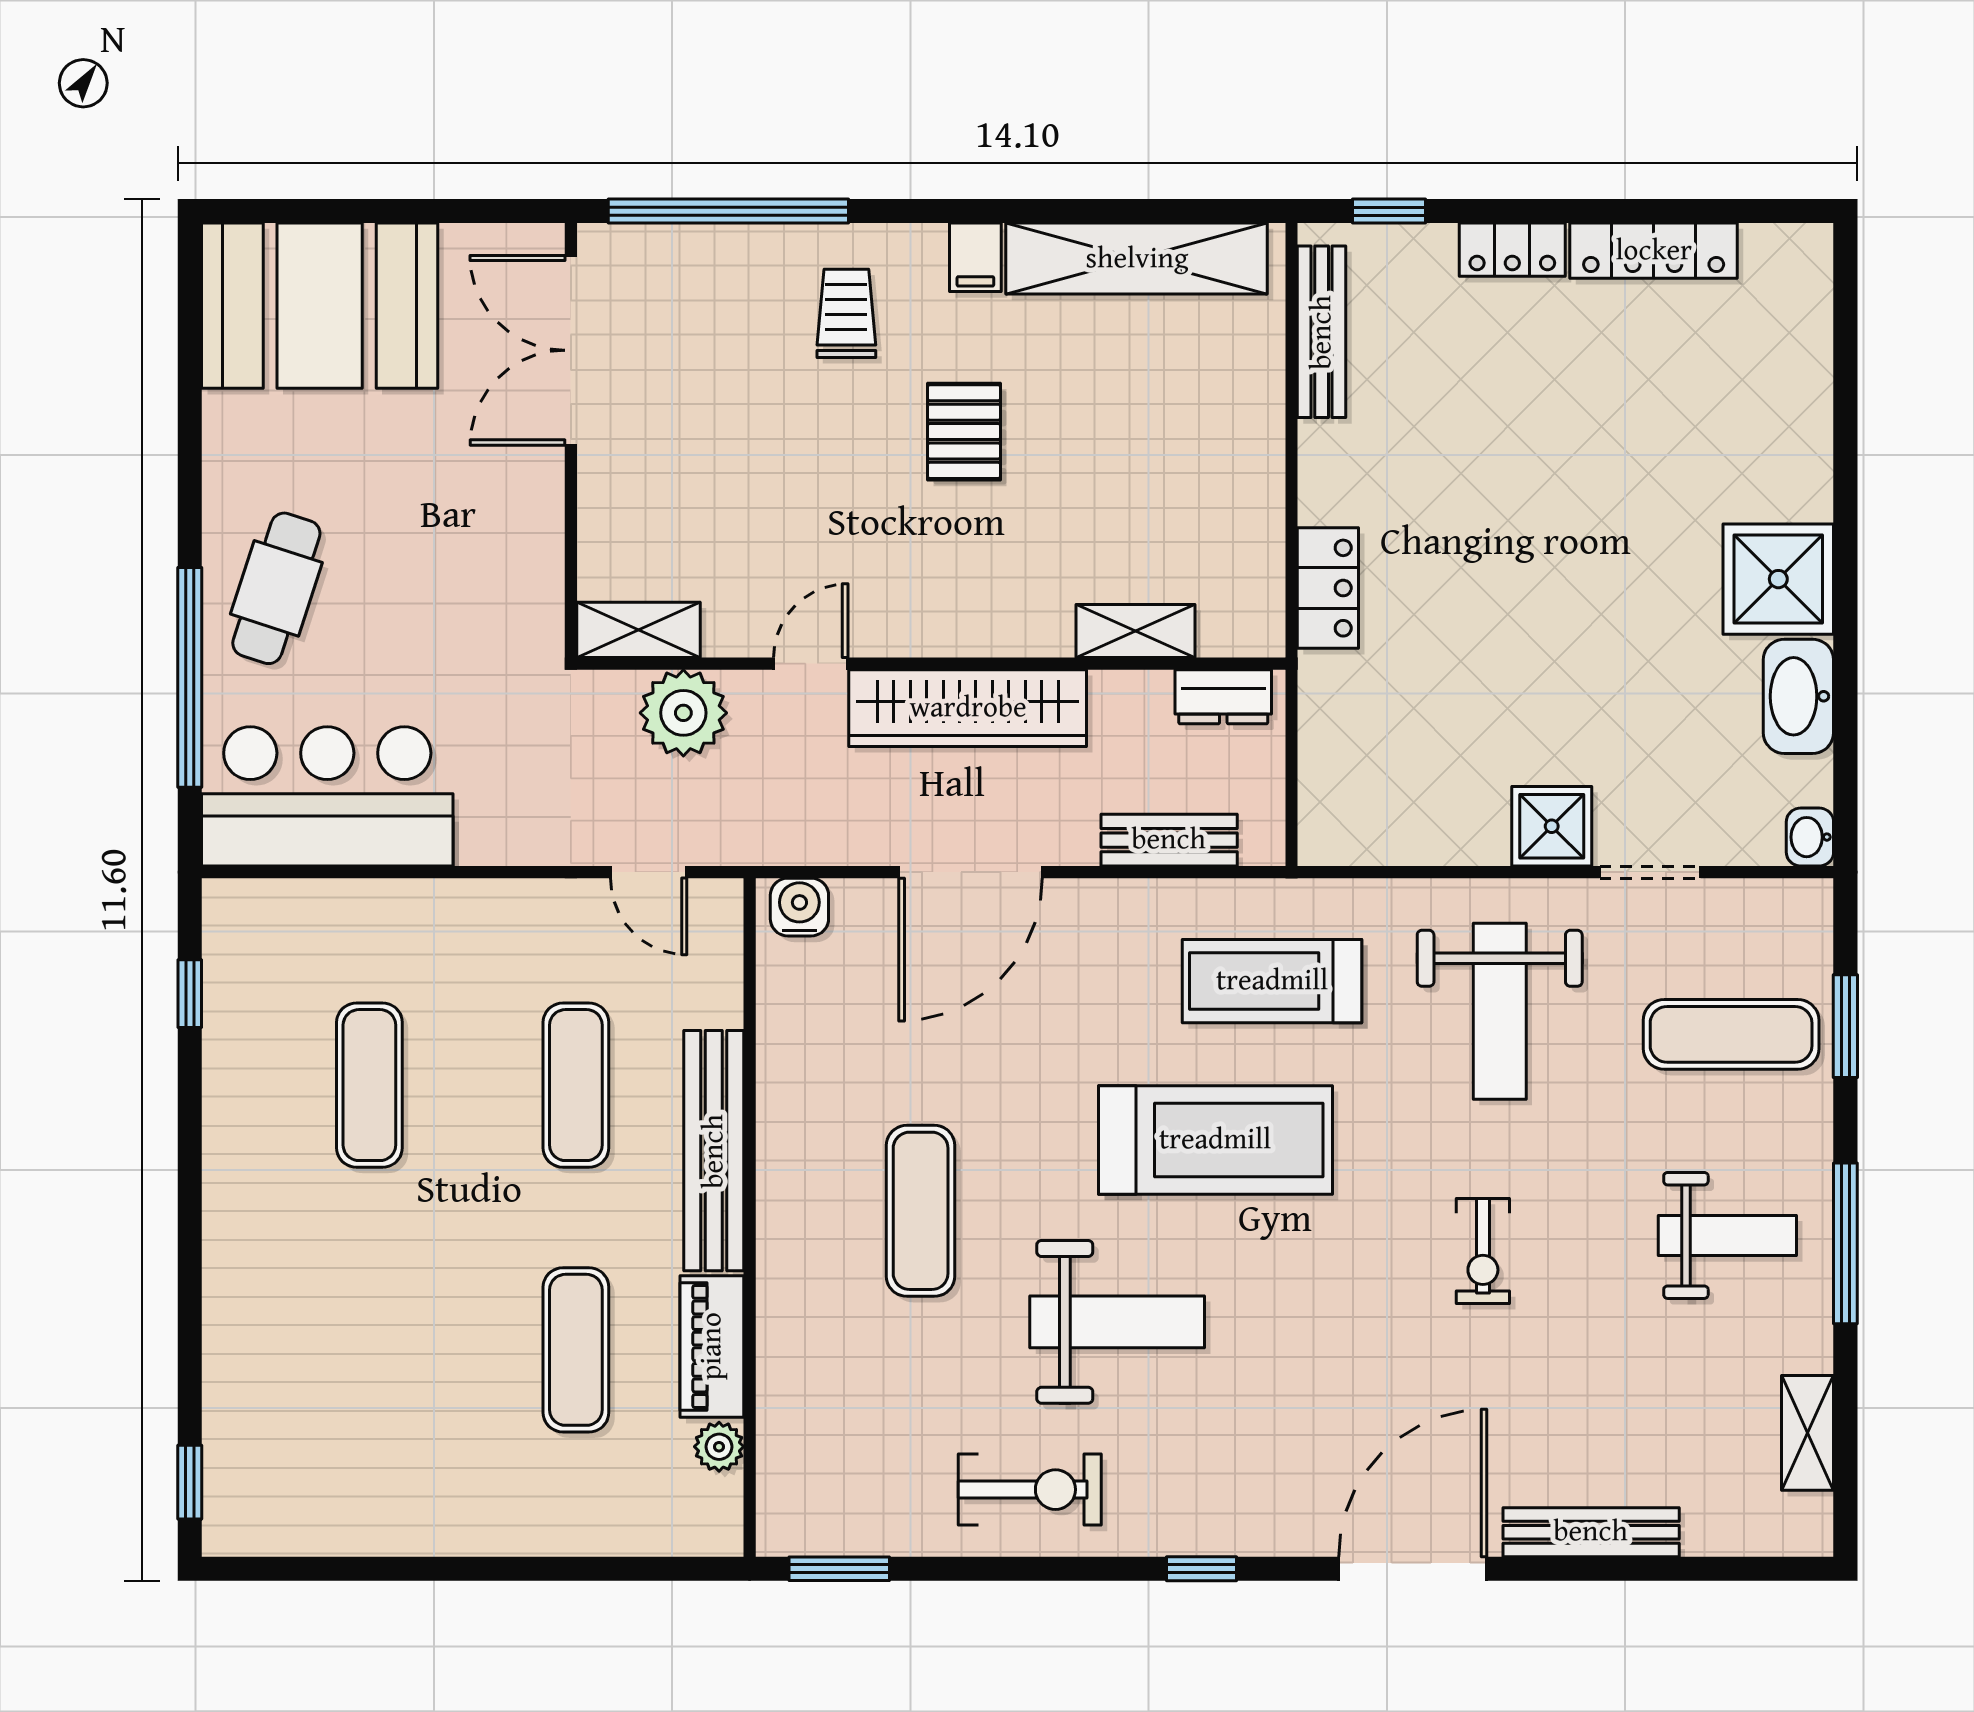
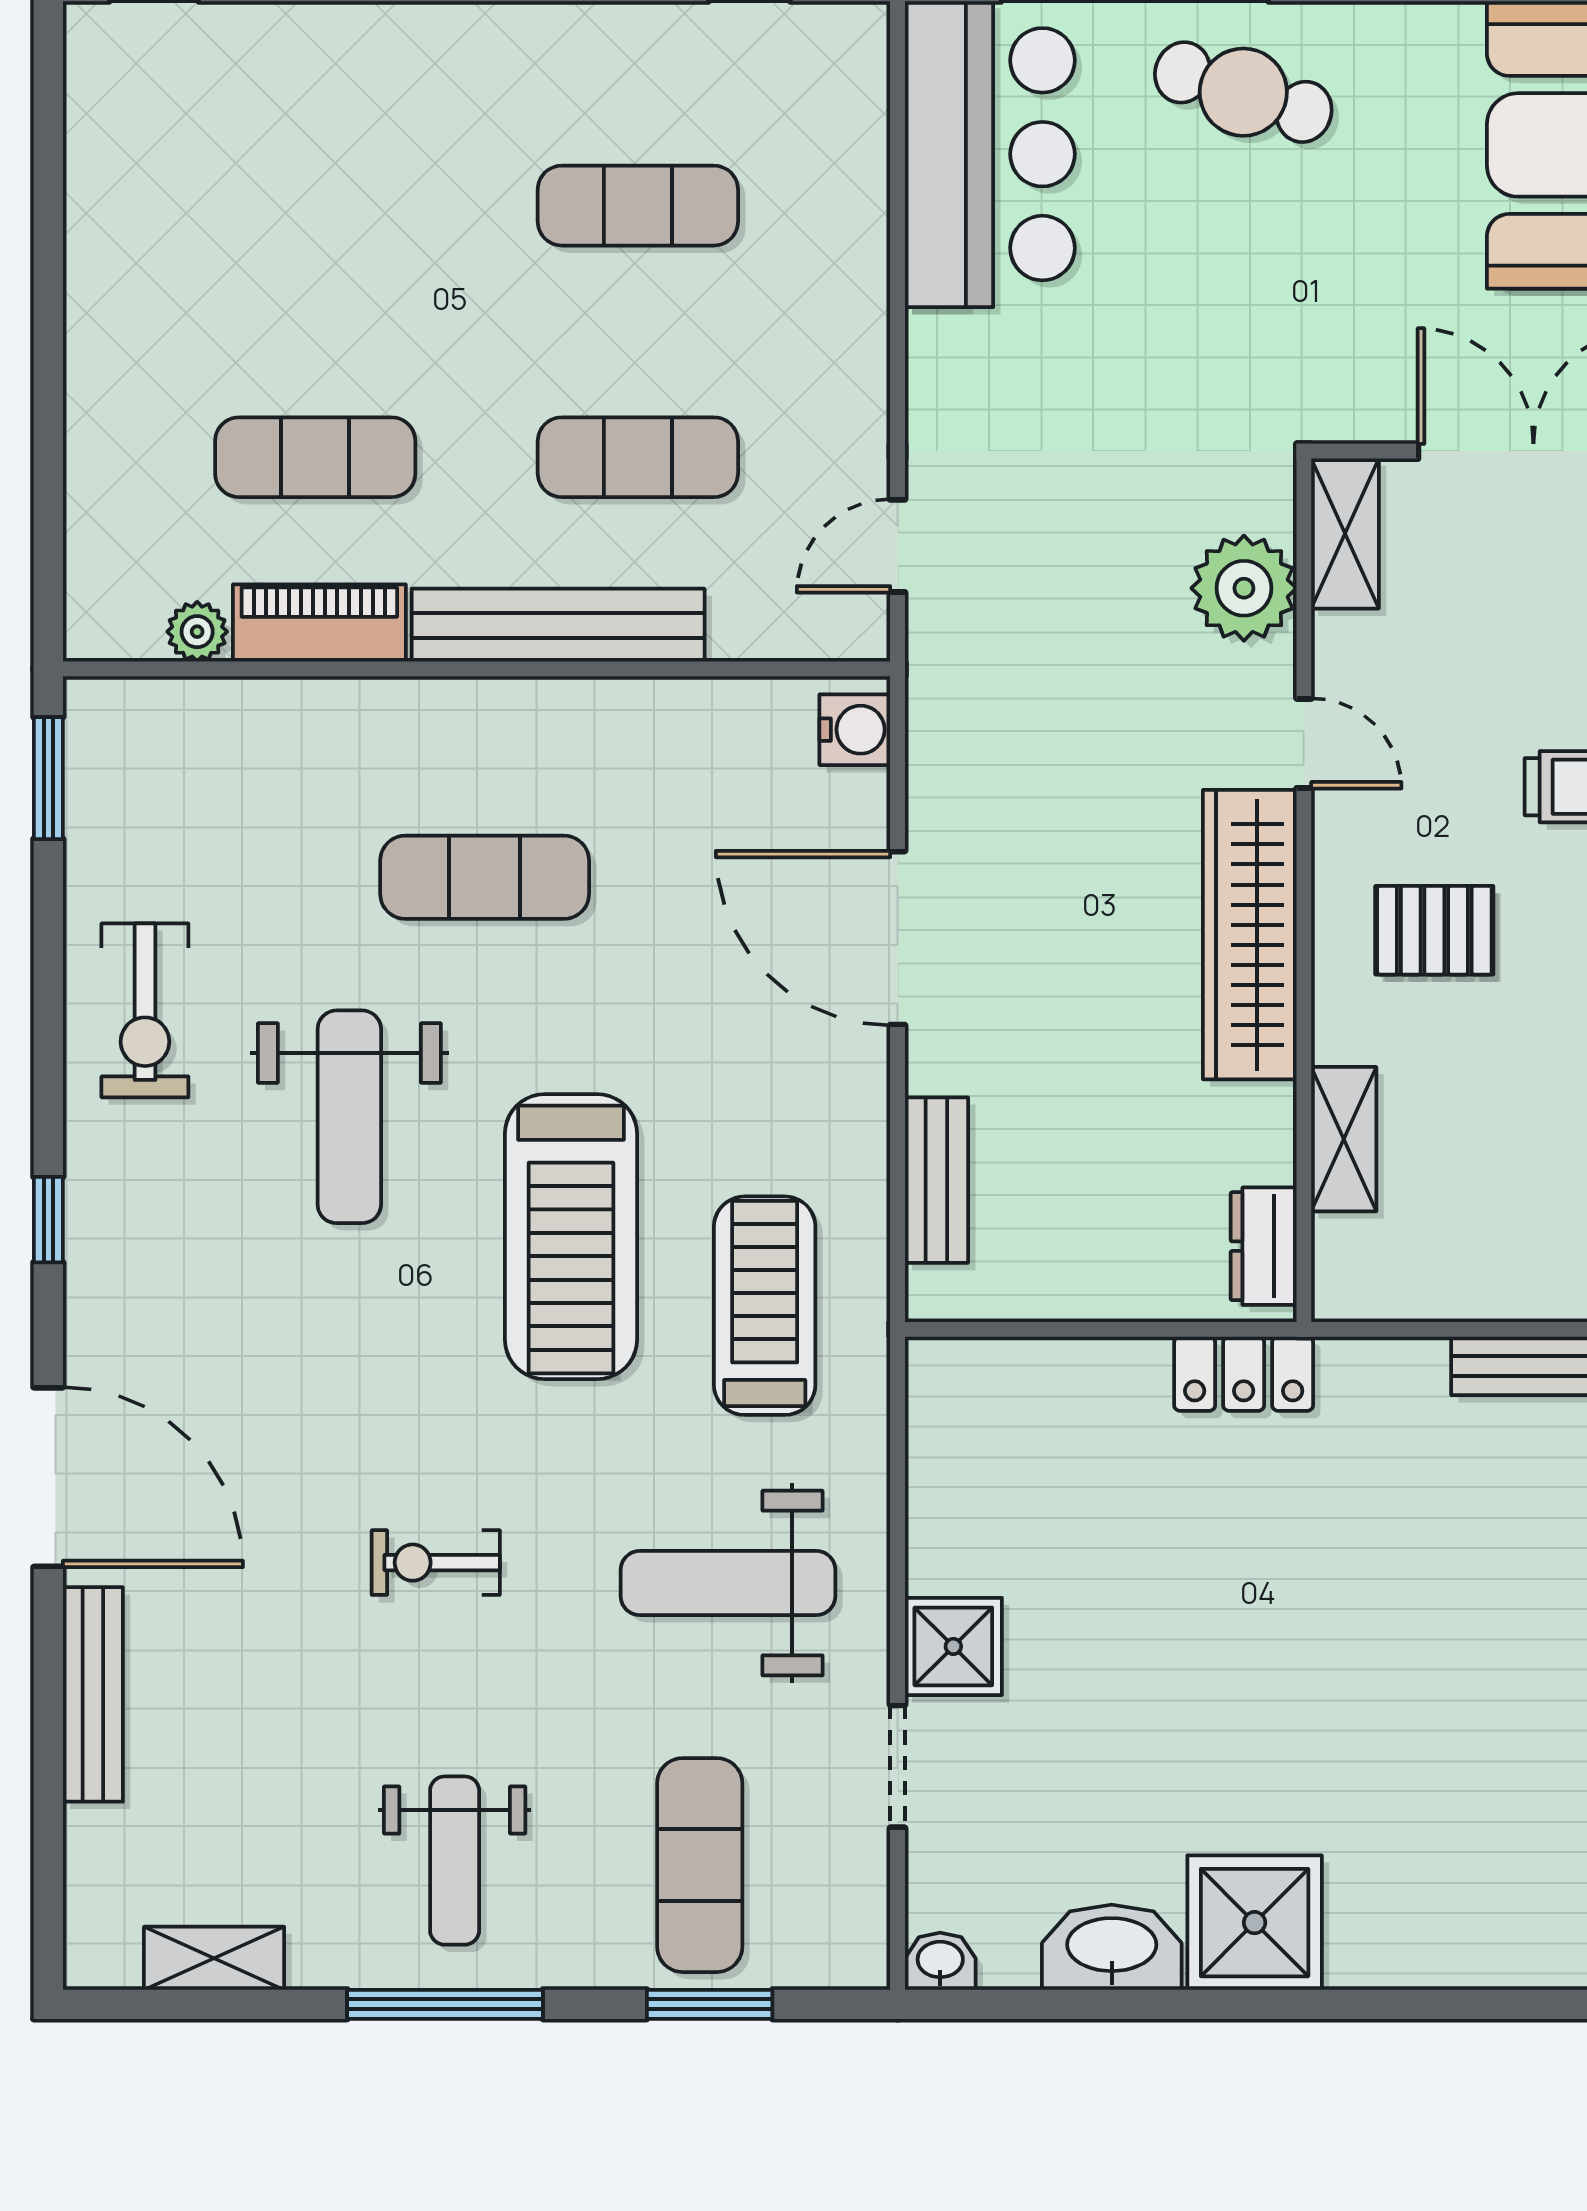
shelving: (638, 630) -> (1345, 533), moved
shelving: (1135, 631) -> (1344, 1139), moved
door: (811, 664) -> (1304, 743), moved
wall: (931, 664) -> (1304, 890), moved
dresser: (1223, 697) -> (1264, 1246), moved
wardrobe: (968, 708) -> (1250, 935), moved
plant: (683, 713) -> (1244, 588), moved

